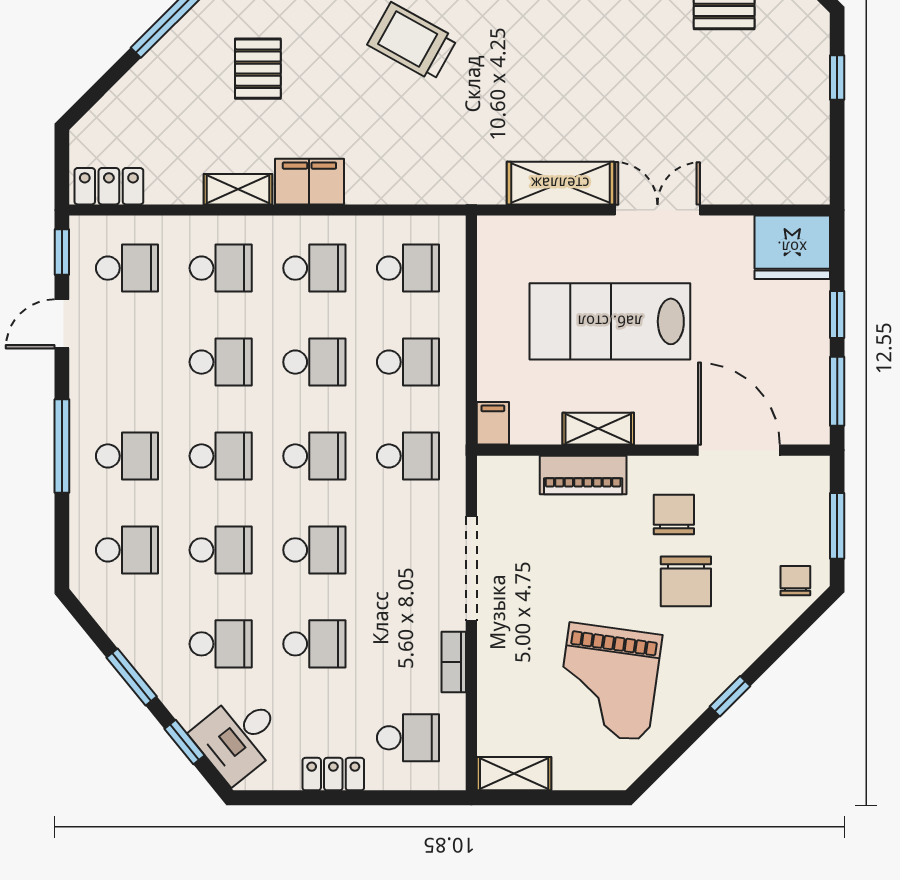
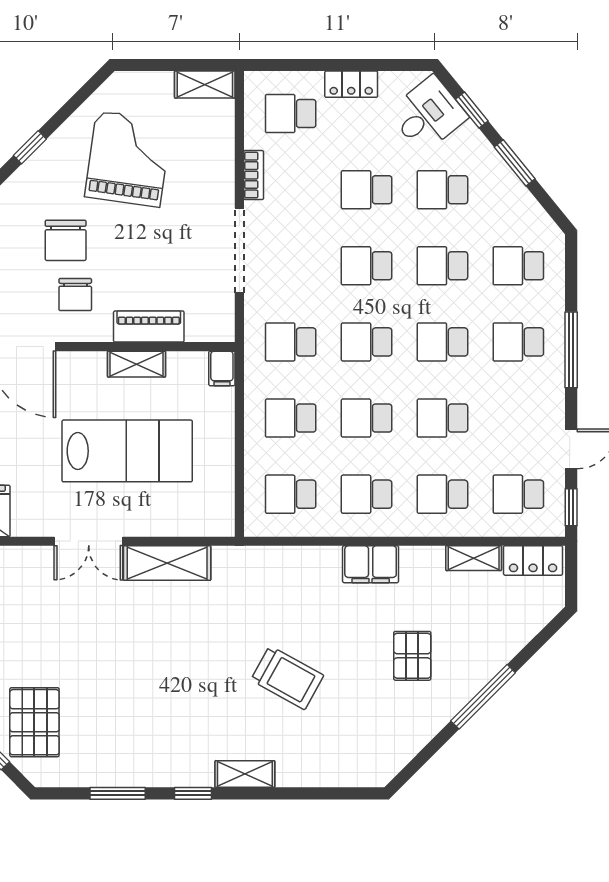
shelving: (238, 189) -> (474, 558), moved
chair: (686, 581) -> (66, 240), turned 180

